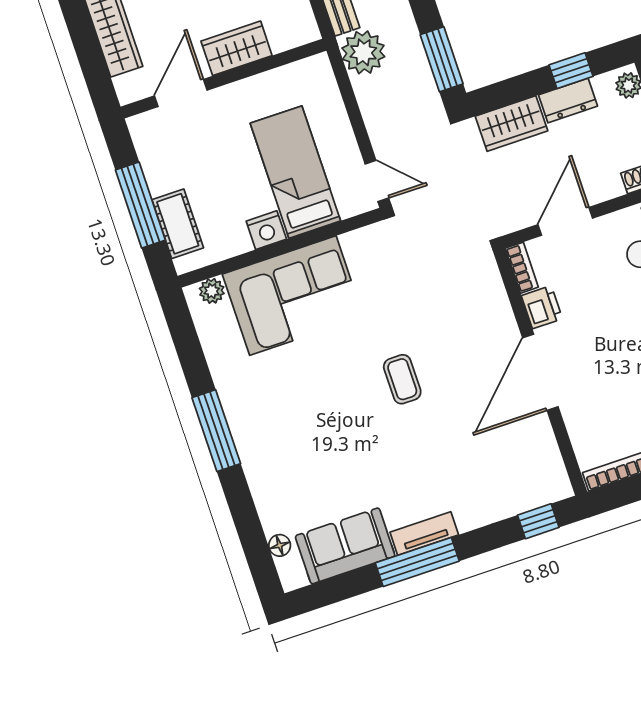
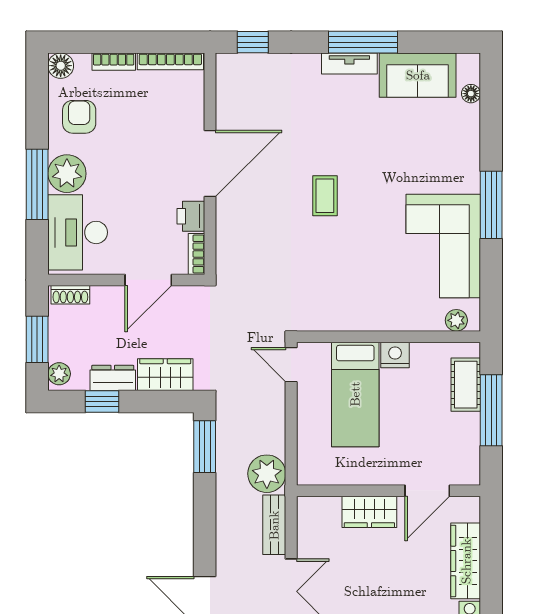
corner sofa: (293, 296) -> (443, 246), moved, turned -90

